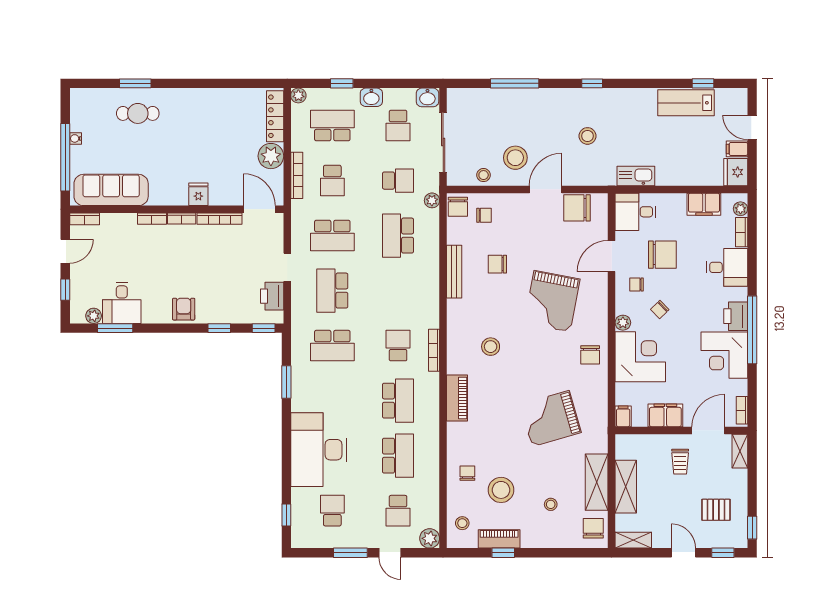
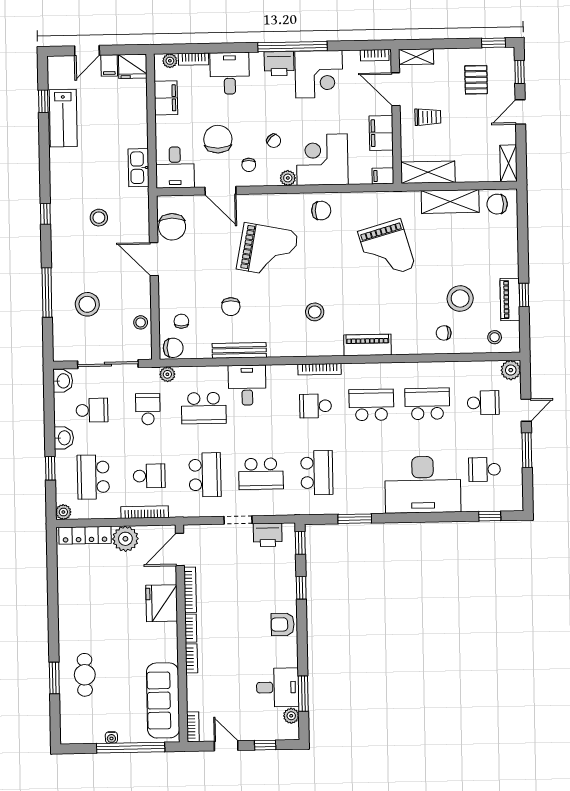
stool: (515, 158) -> (87, 304), moved
fridge: (198, 194) -> (162, 603), width x1.88, depth x1.34
desk: (420, 279) -> (247, 385), added
shelving: (626, 487) -> (428, 172), moved
stool: (551, 504) -> (474, 248), removed

